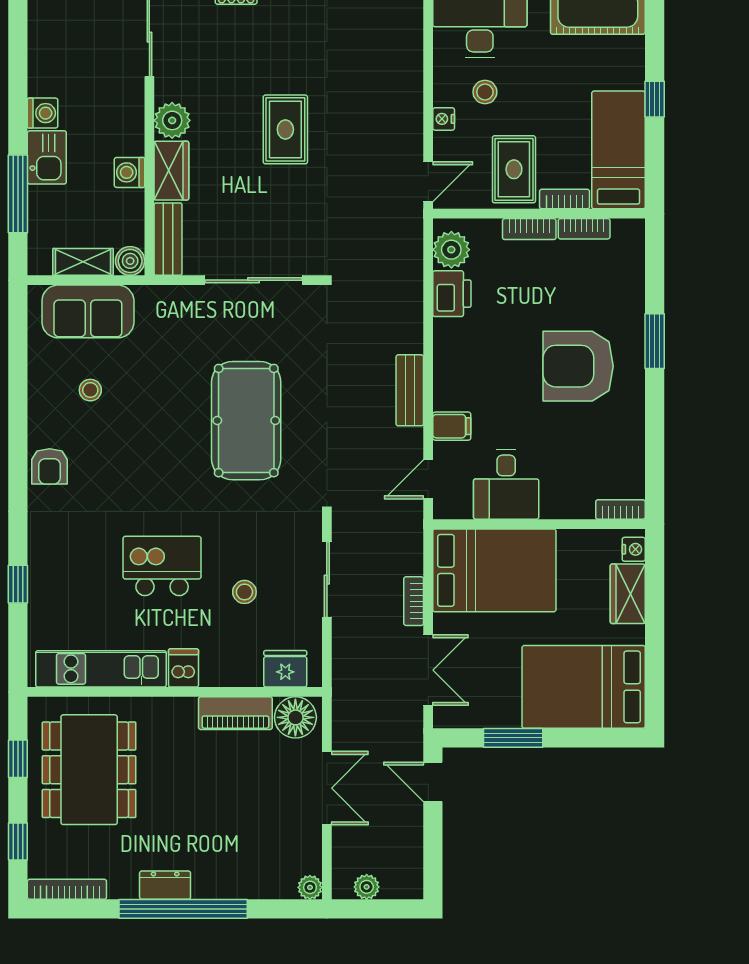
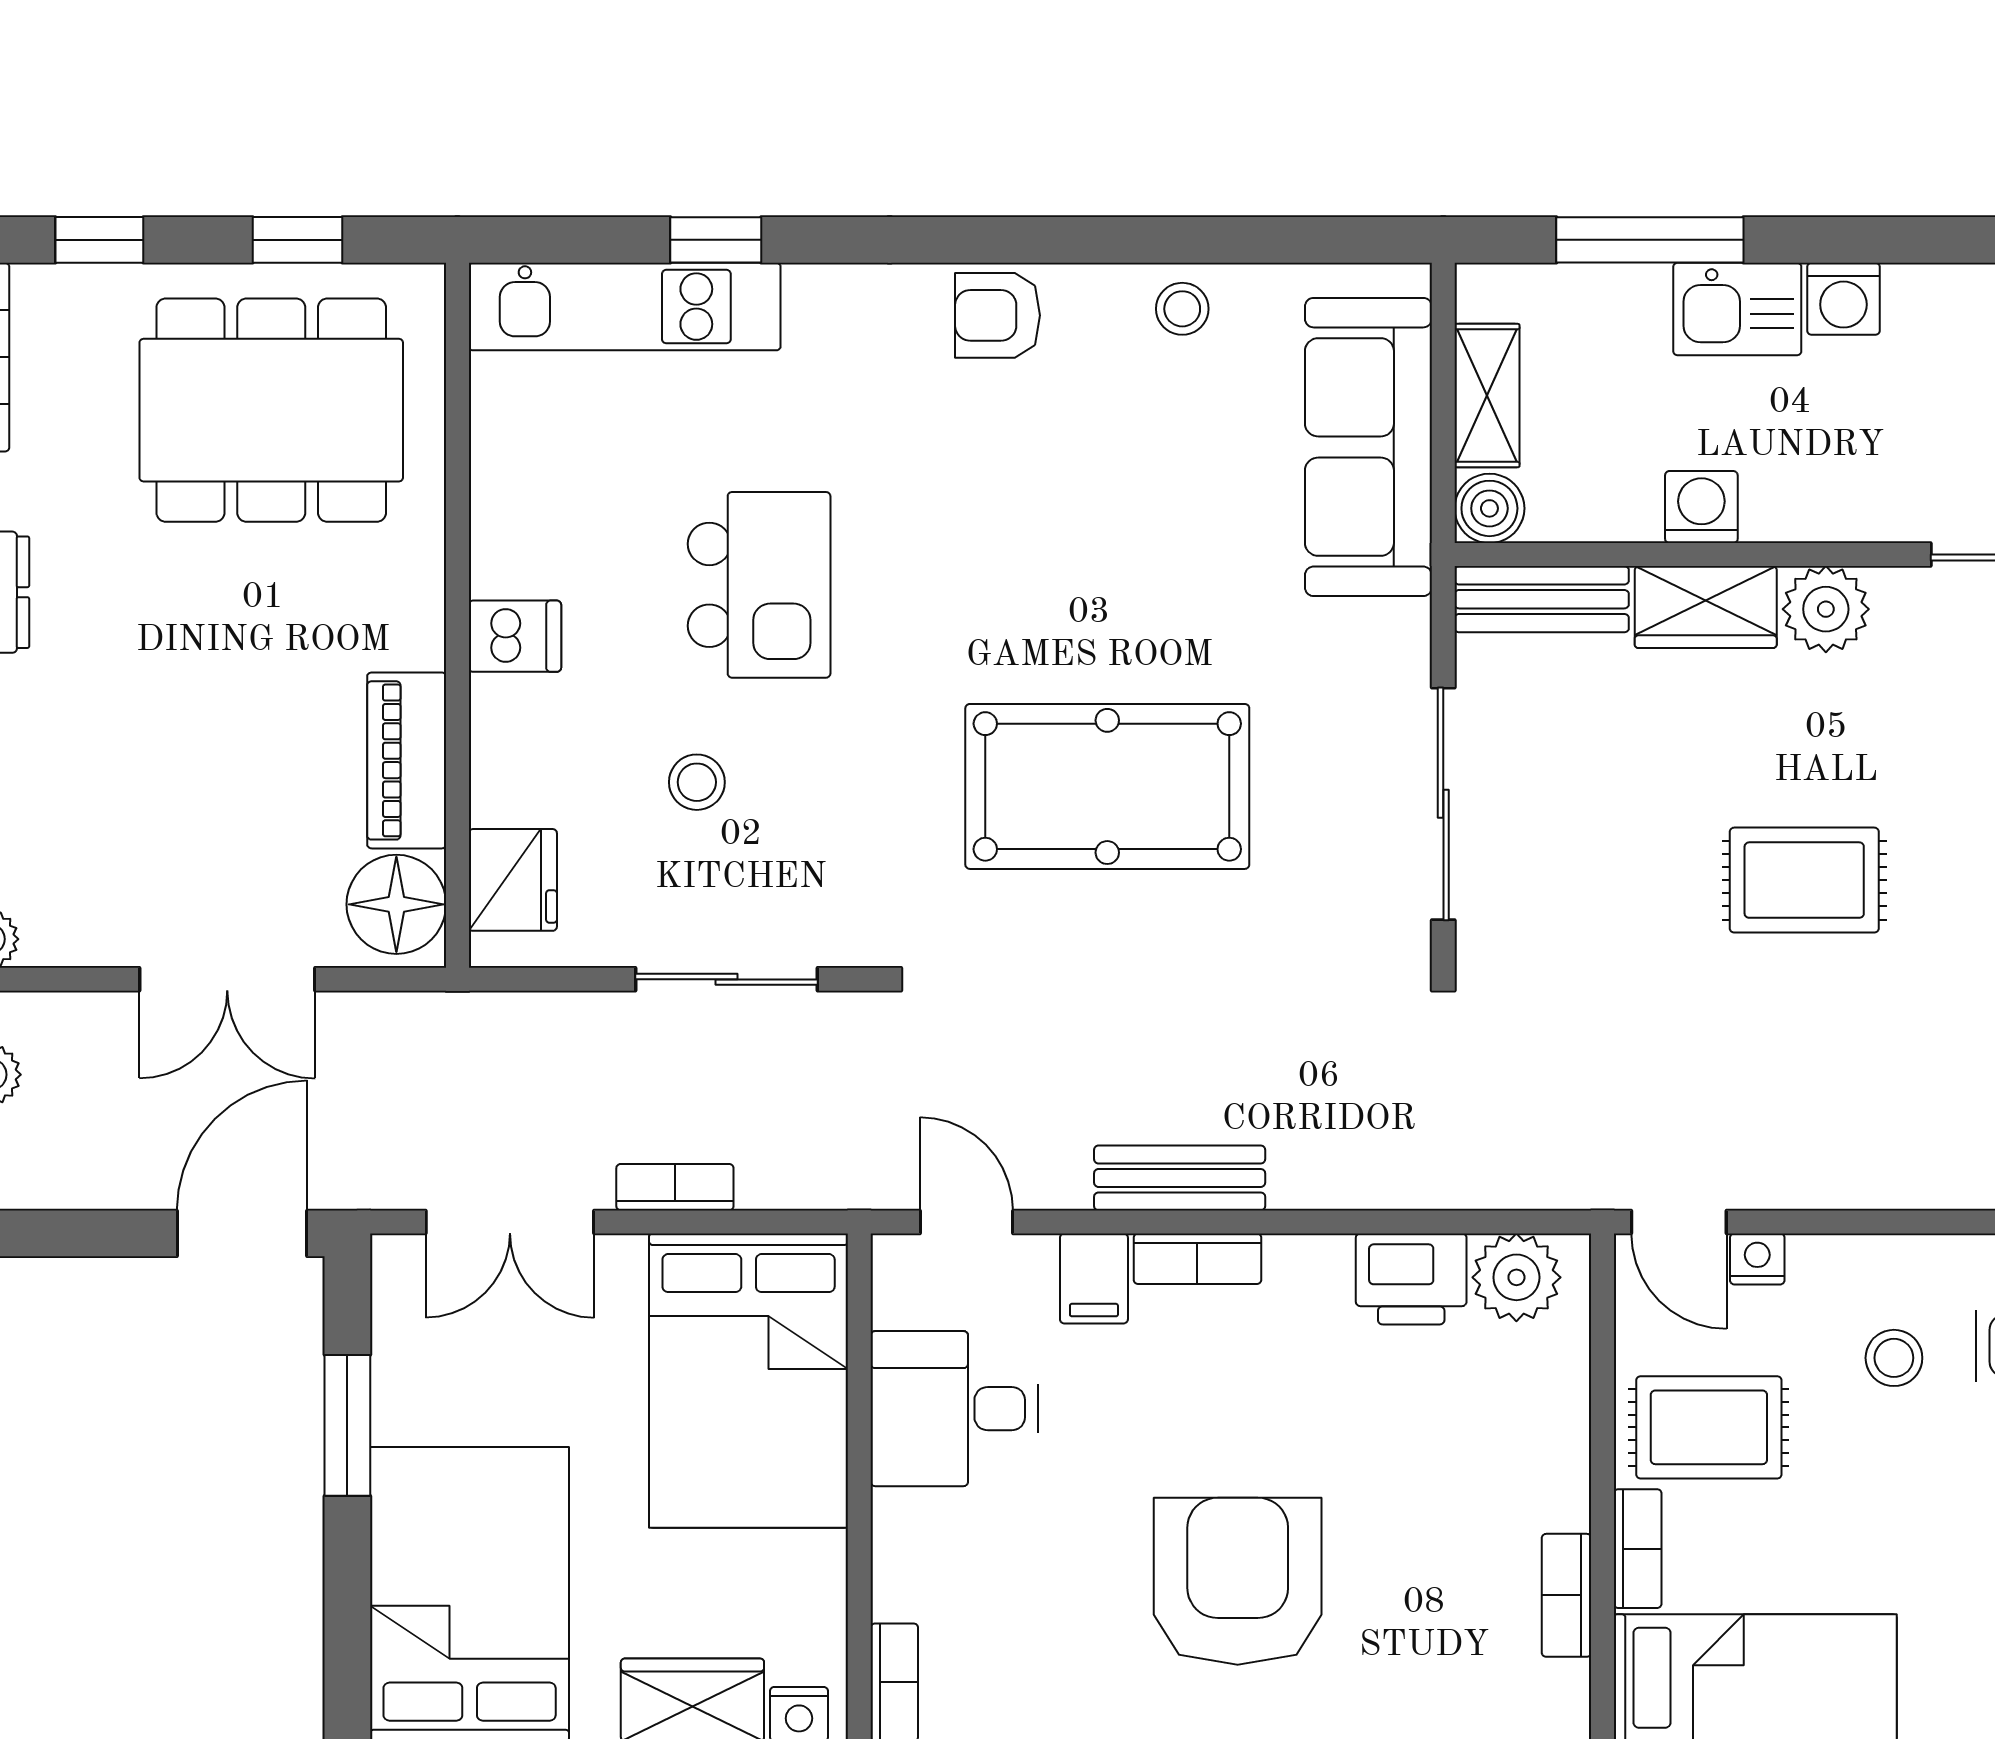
nightstand: (444, 119) -> (1757, 1259), moved
bookcase: (529, 229) -> (1197, 1259), moved, turned -90
sofa: (88, 311) -> (1368, 447), width x1.36
stool: (90, 390) -> (1182, 309), moved
kitchen unit: (101, 669) -> (625, 307), moved, turned 90
door: (433, 782) -> (242, 1233), width x1.38

